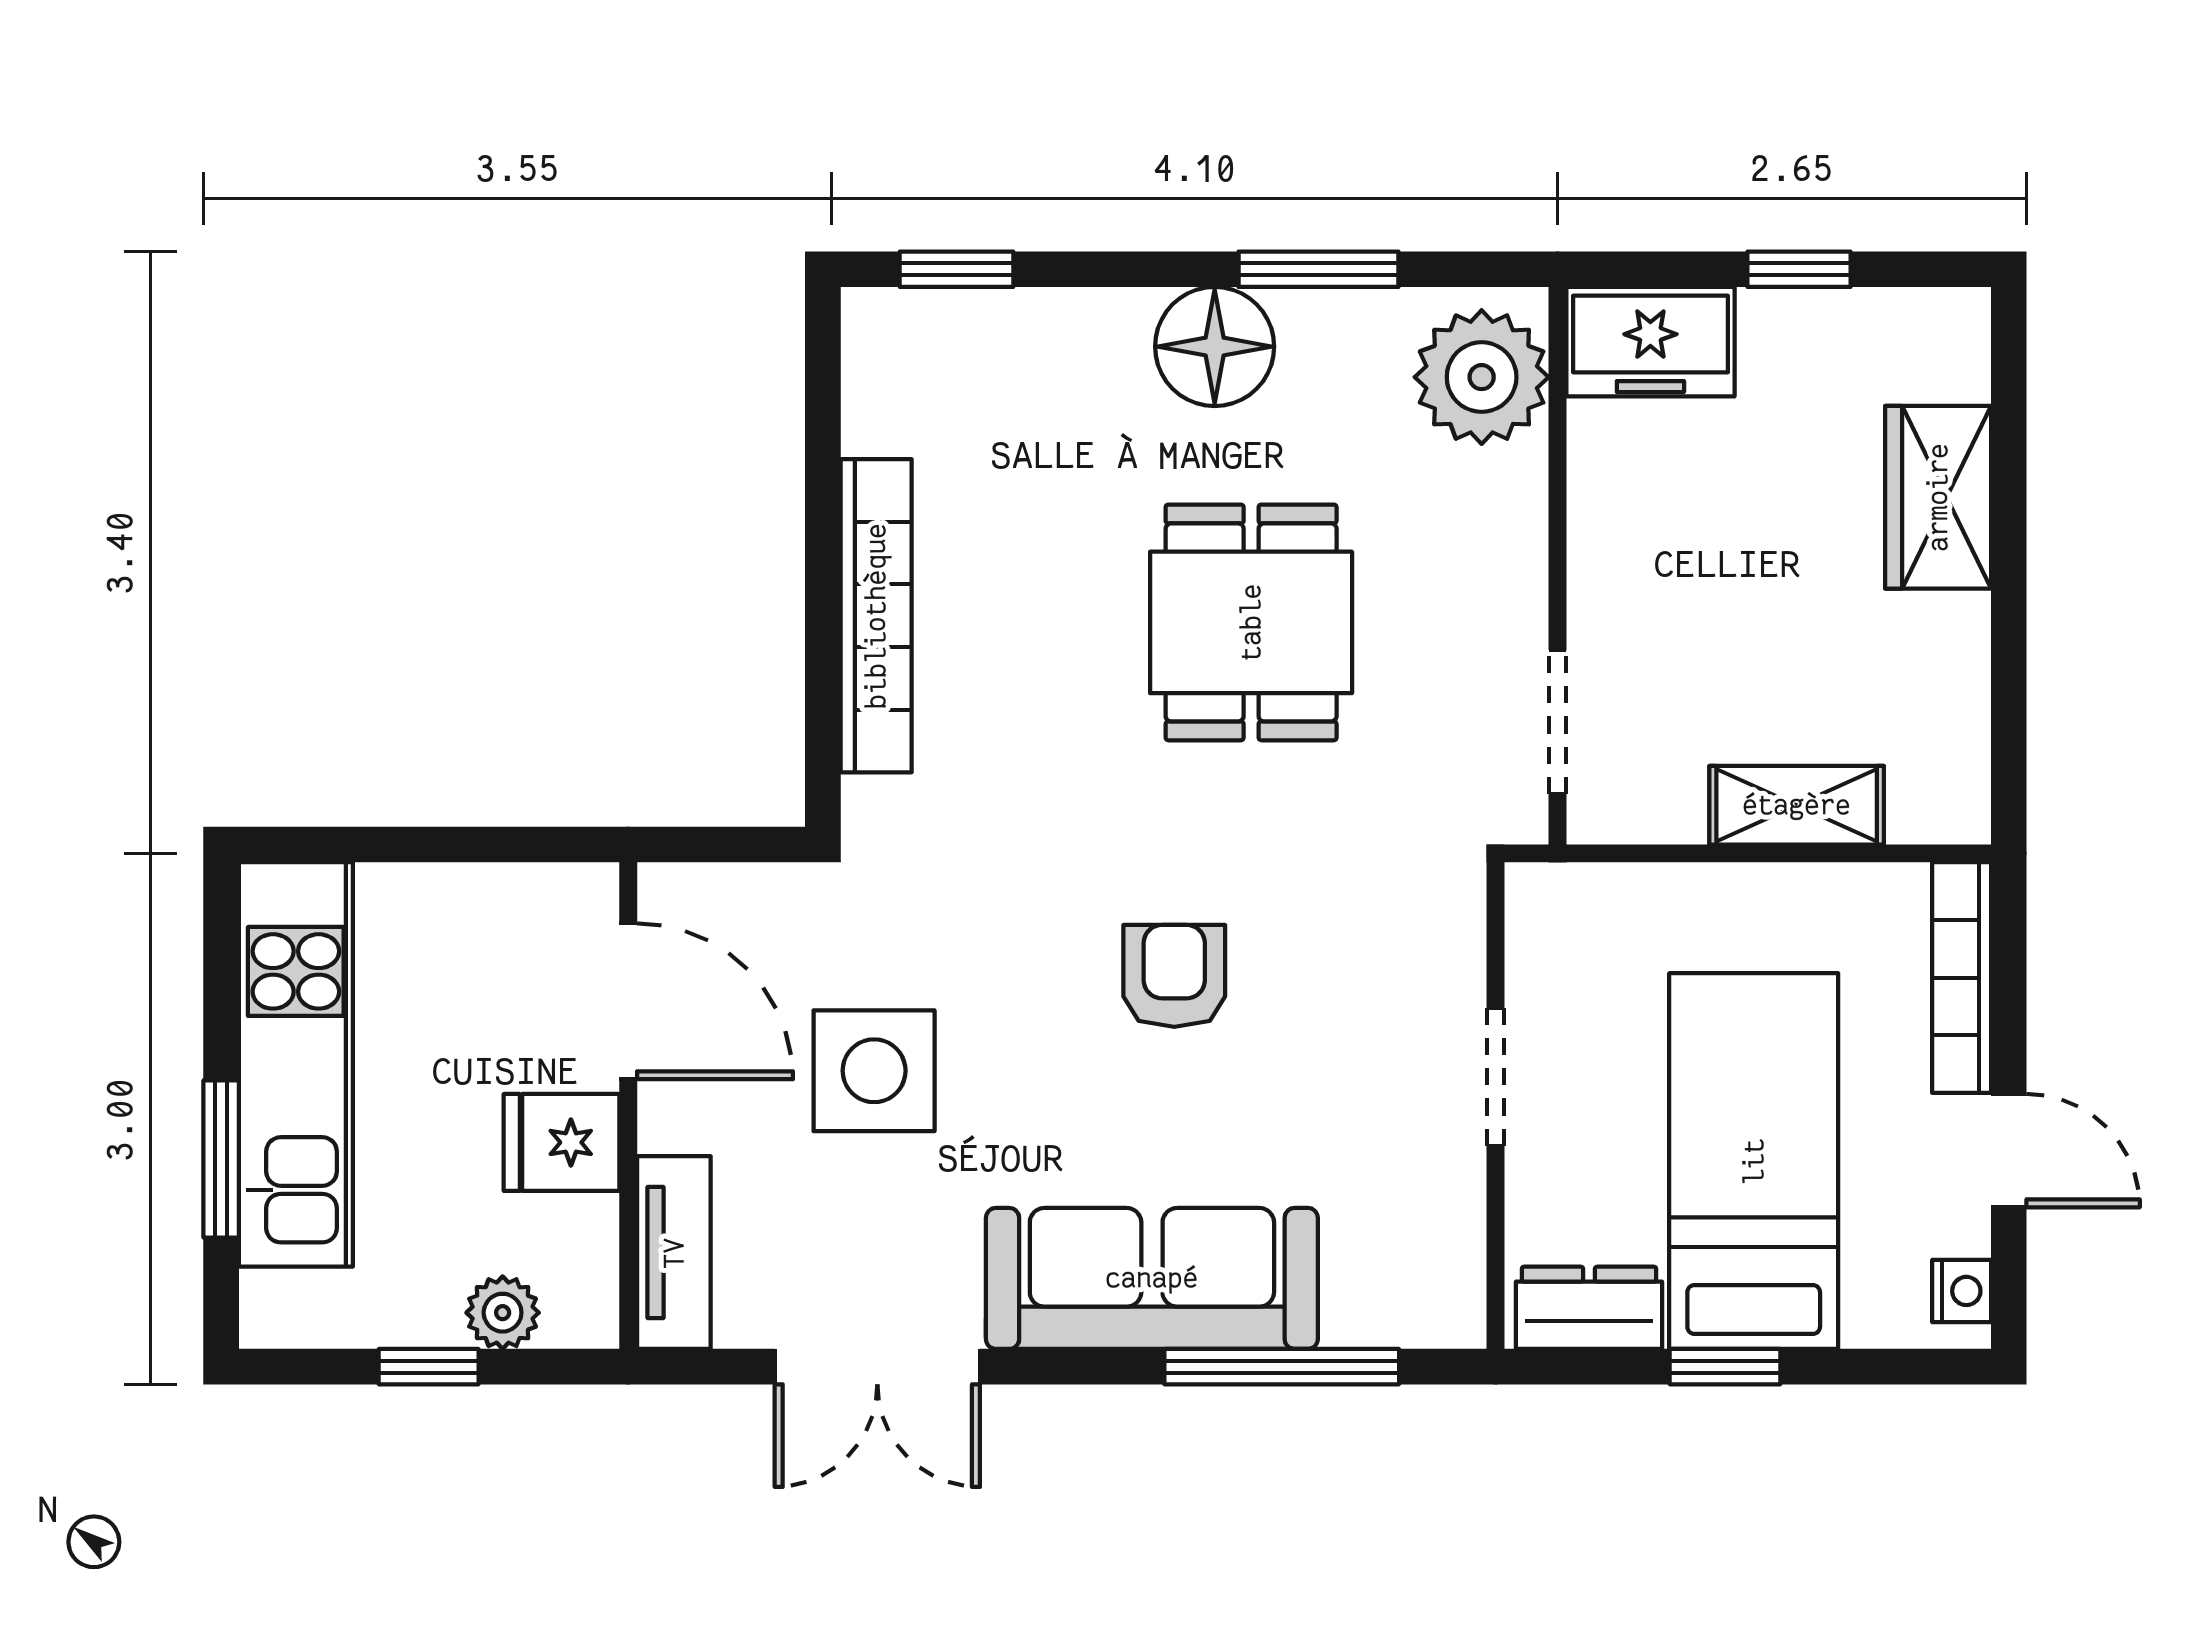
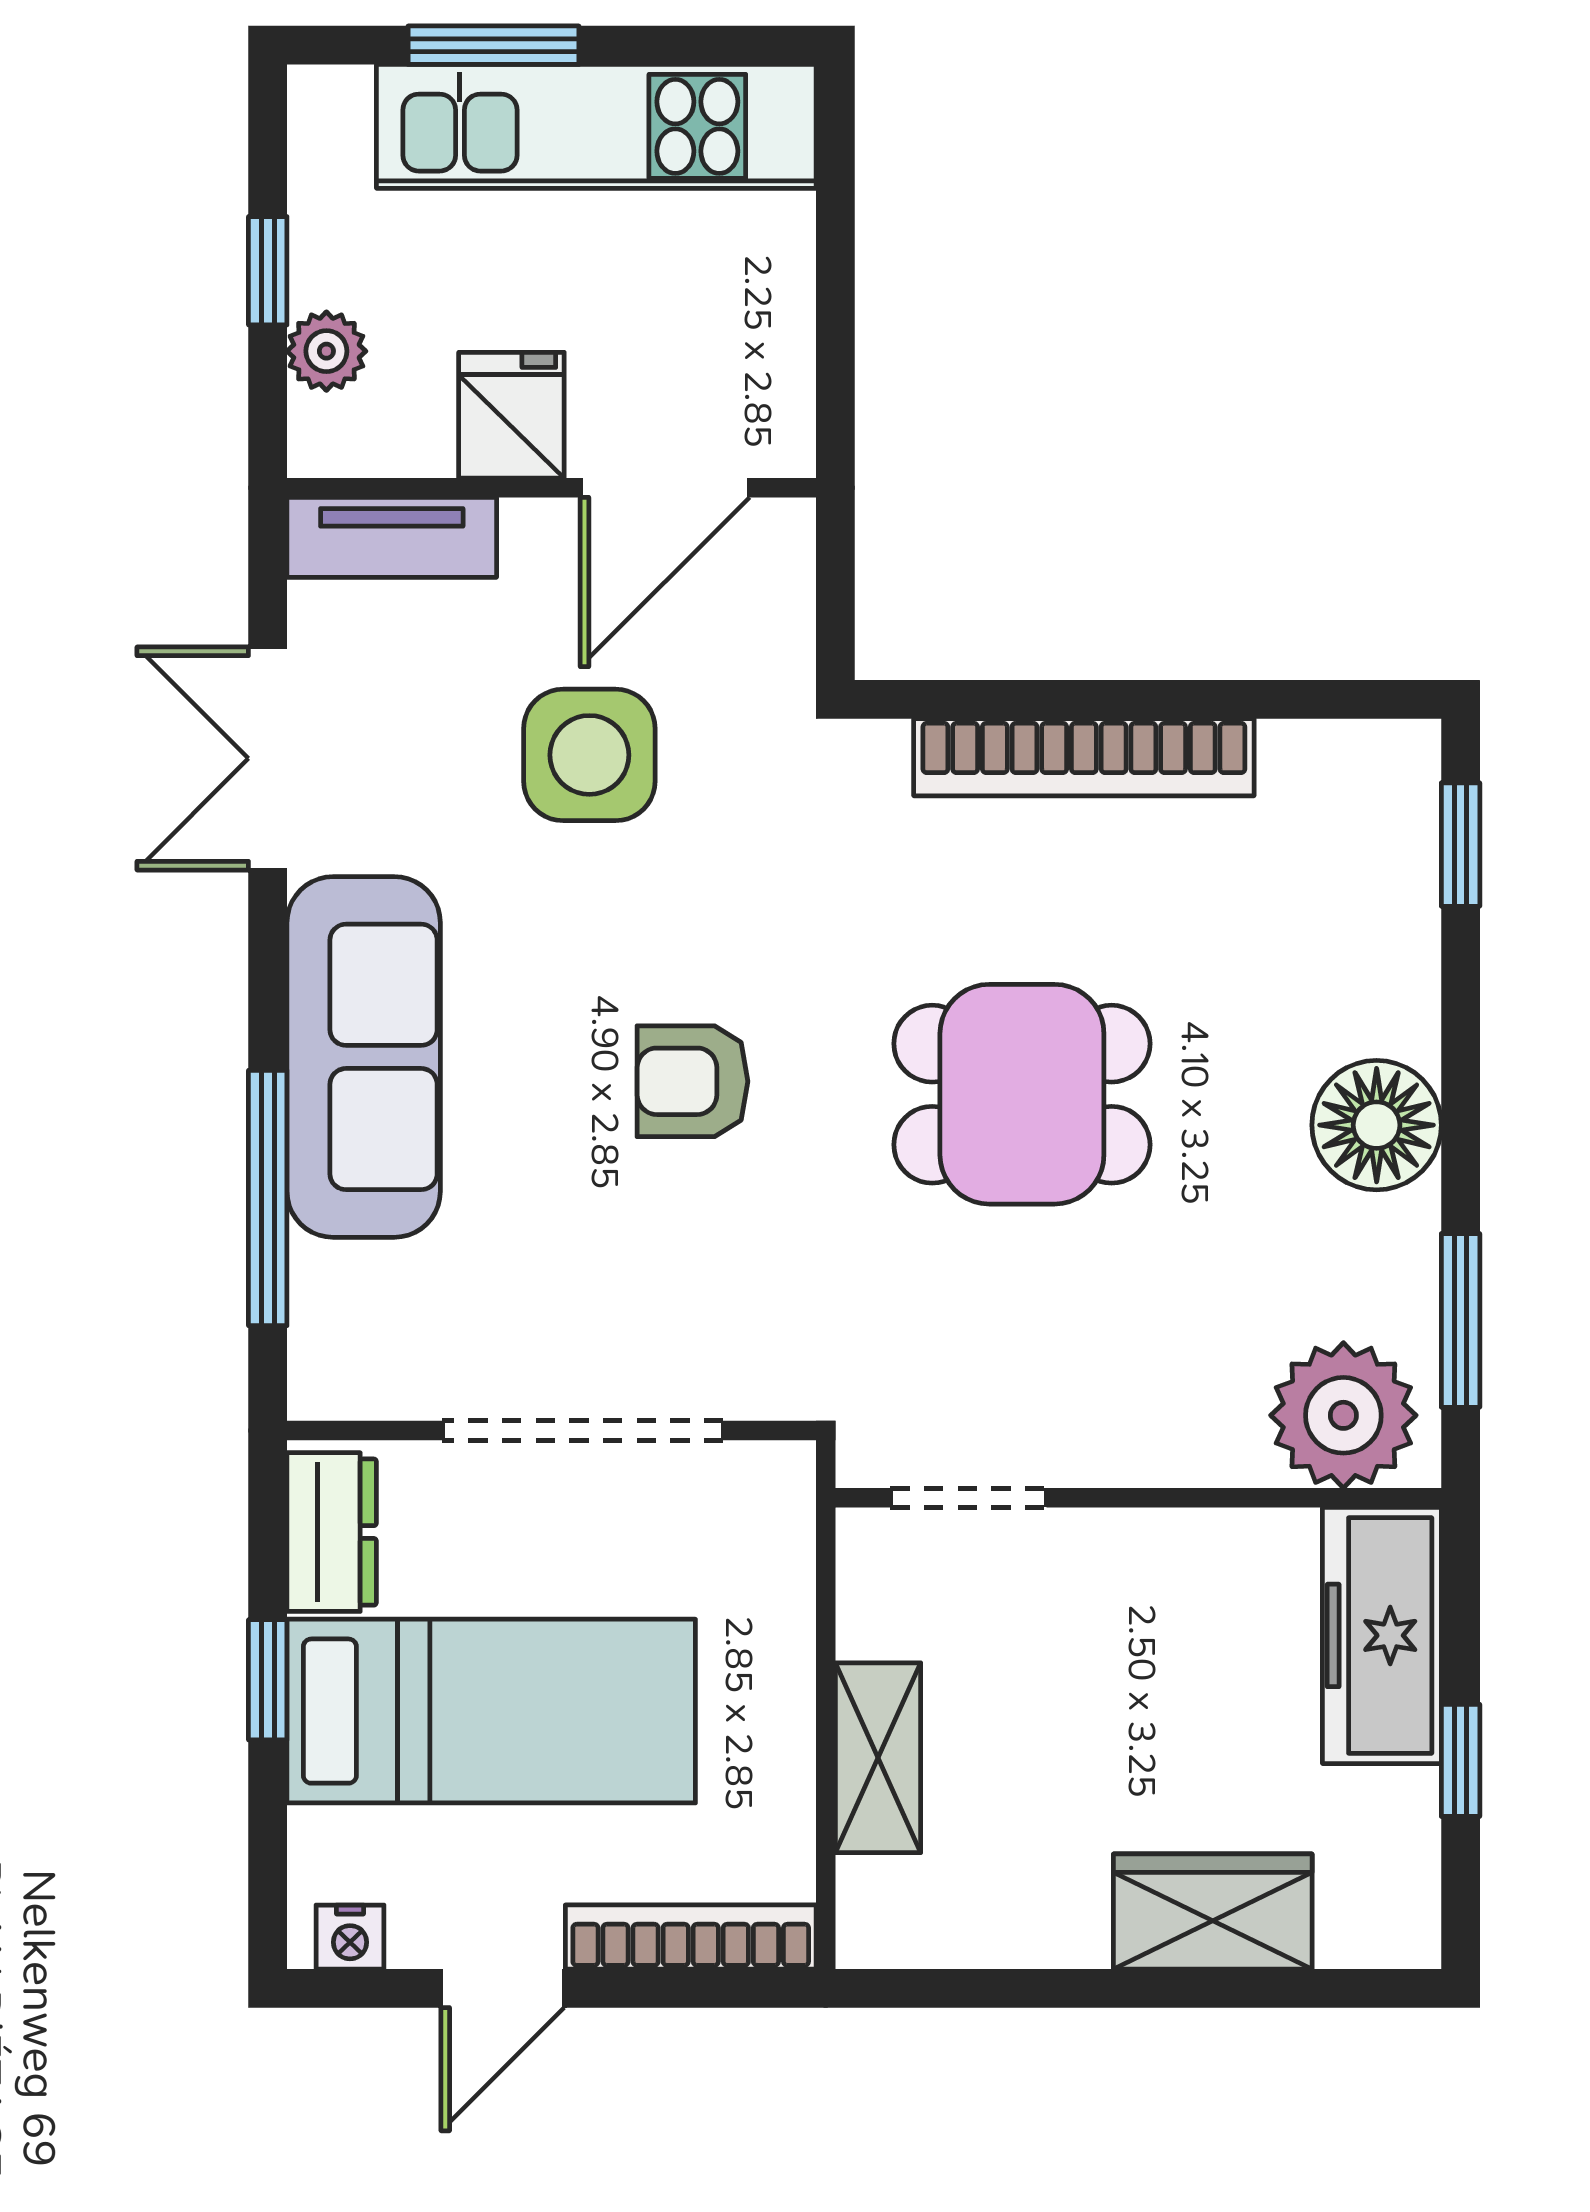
window: (1319, 269) -> (1461, 1320), moved
freezer: (1650, 342) -> (1382, 1635), width x1.40
dining table: (1251, 622) -> (1022, 1094), moved
armchair: (1174, 976) -> (692, 1081), turned 180
doorway: (1495, 1077) -> (583, 1430), width x1.87

